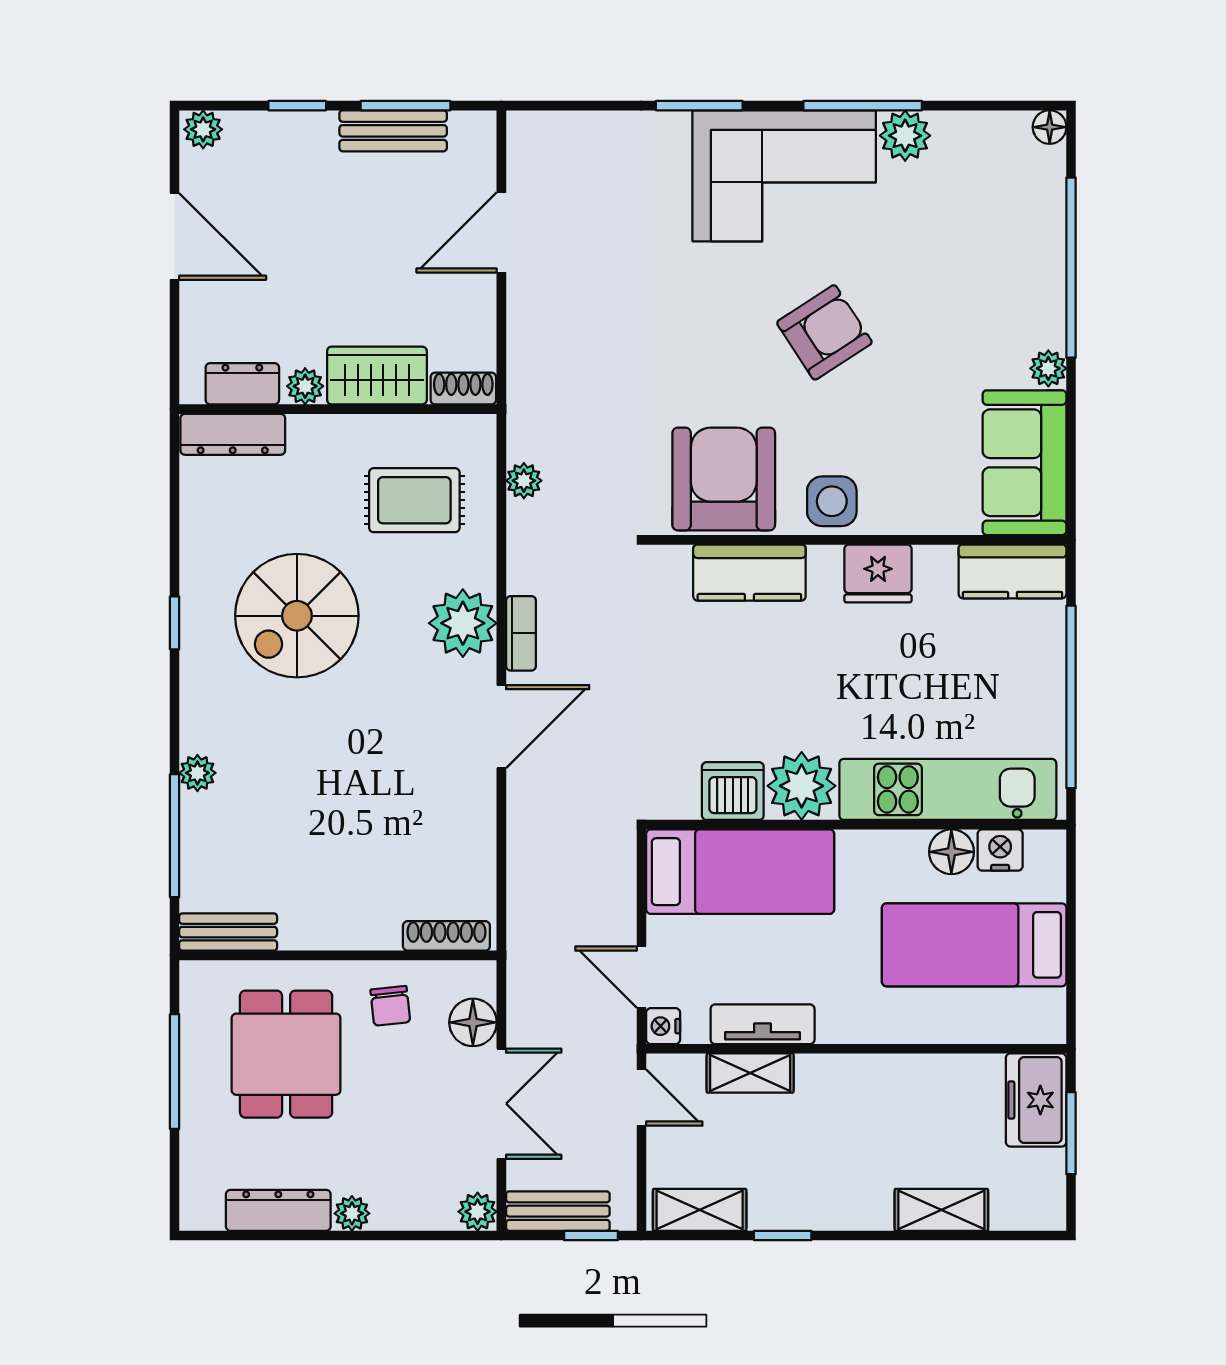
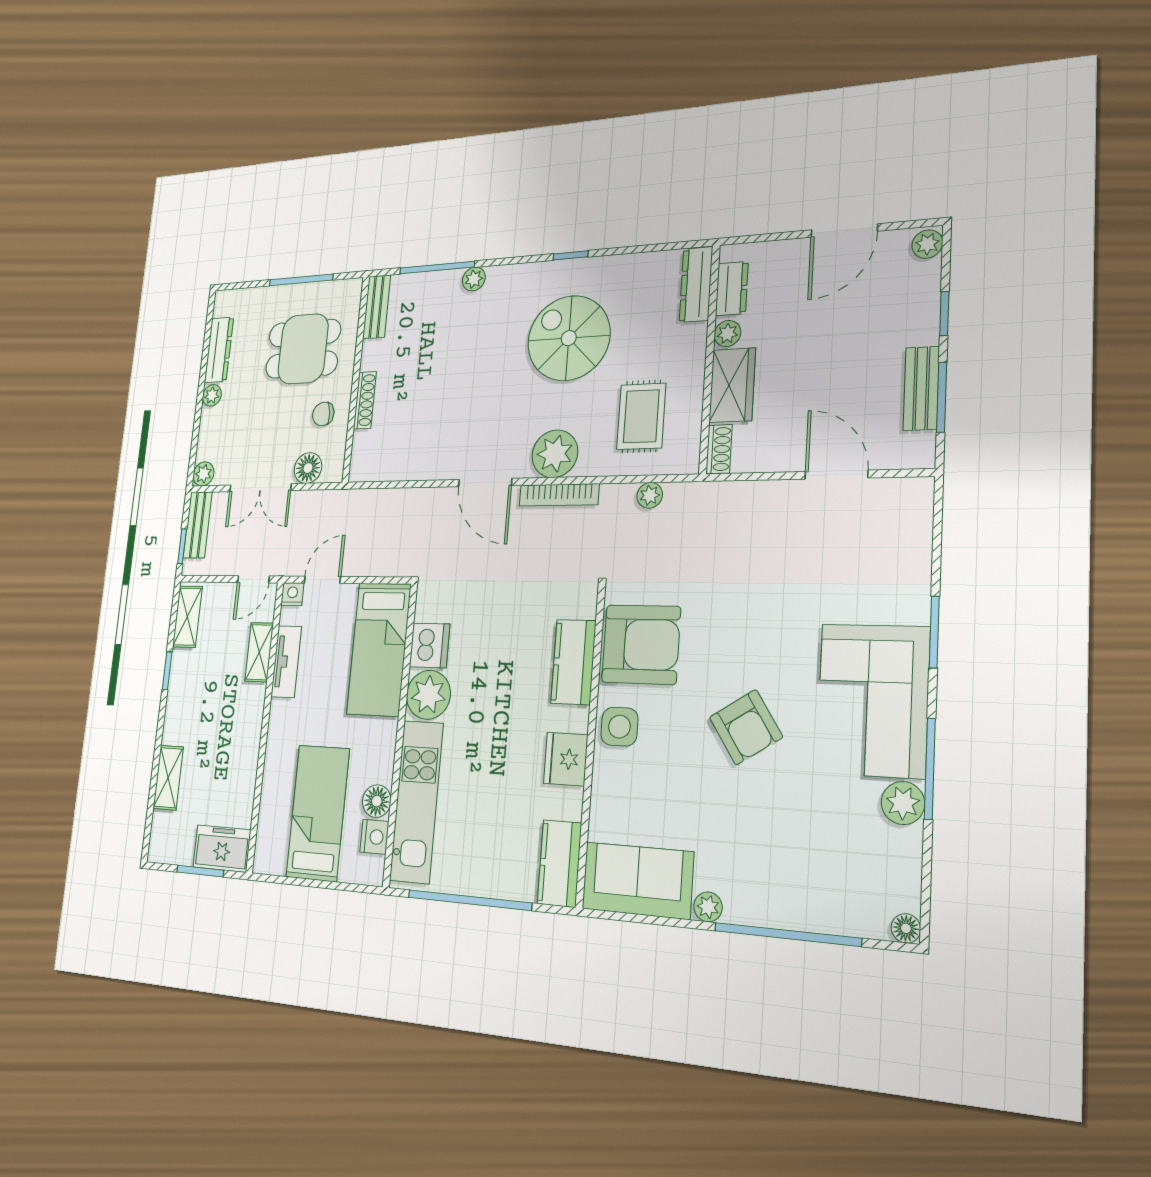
bookcase: (521, 633) -> (559, 495), width x1.56
shoe rack: (446, 936) -> (365, 400), moved

